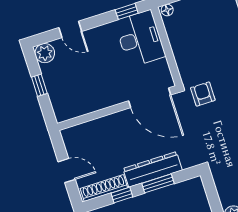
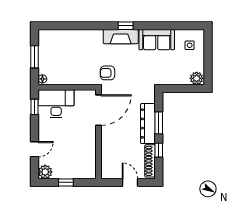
door: (67, 171) -> (130, 182), hinge flipped

